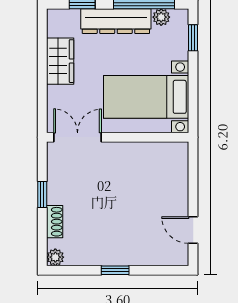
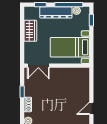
double door: (78, 137) -> (38, 66), swing flipped
door: (193, 230) -> (91, 108), hinge flipped

